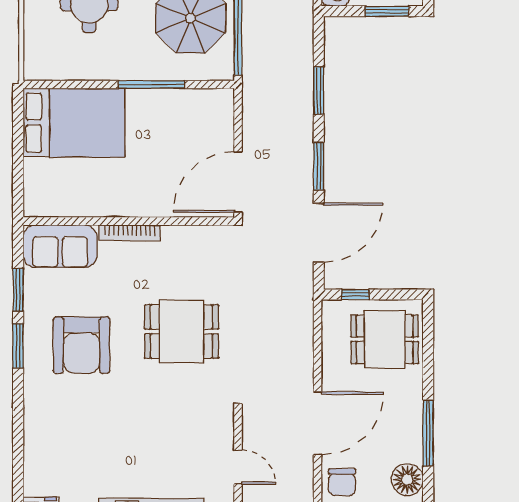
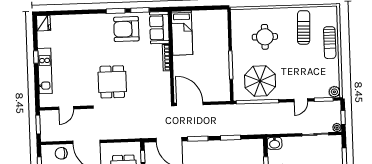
bed: (74, 123) -> (182, 33), moved, width x0.67
dining table: (181, 331) -> (112, 82), moved
armchair: (82, 345) -> (126, 29), moved

